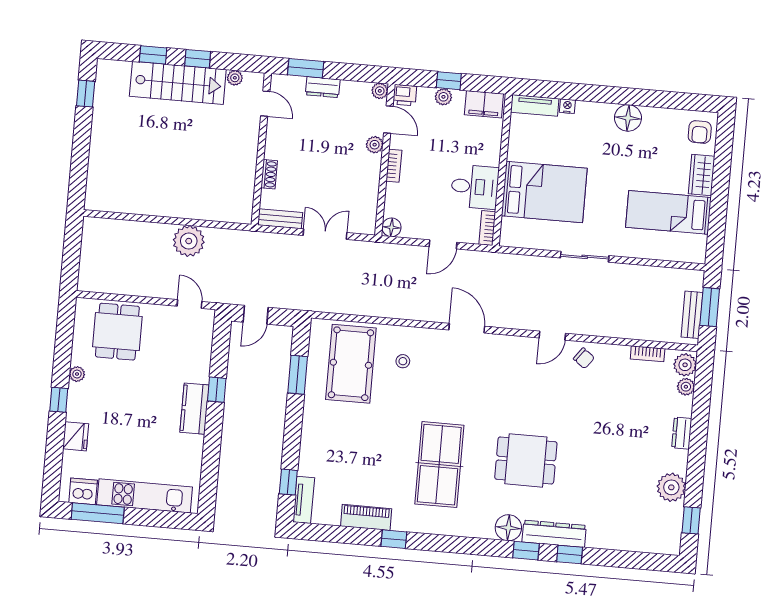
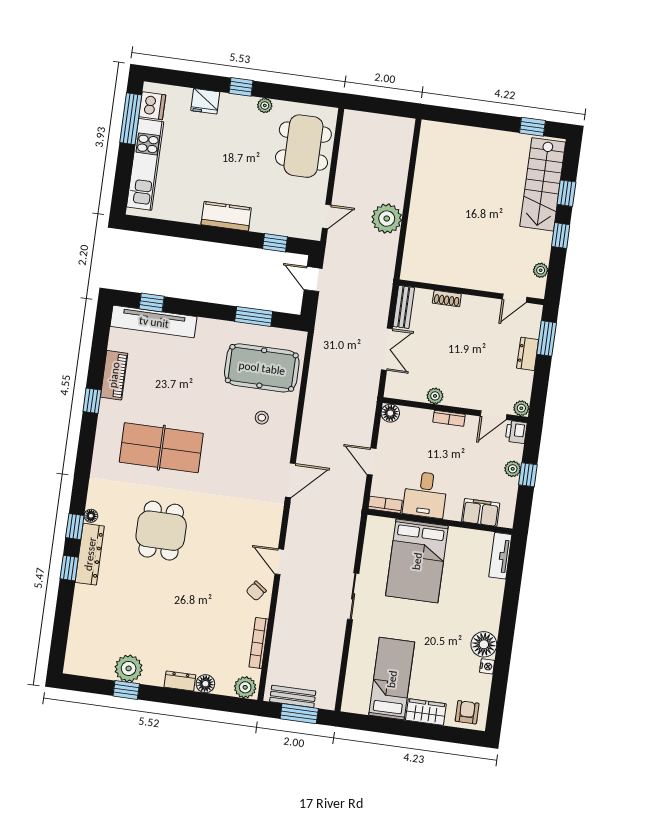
stairs: (178, 83) -> (543, 184), moved
filing cabinet: (484, 104) -> (481, 512), moved, turned 90
nightstand: (567, 106) -> (487, 666), moved
armchair: (700, 132) -> (467, 712), turned 90
plant: (375, 145) -> (435, 396), moved
dining table: (117, 332) -> (303, 146), width x1.38
bookcase: (648, 354) -> (259, 643), width x1.56
plant: (686, 387) -> (224, 687), removed
window: (217, 390) -> (275, 243), moved
floor lamp: (683, 406) -> (205, 684), added
tv unit: (304, 500) -> (154, 322), width x1.92, depth x1.29
window: (691, 520) -> (126, 690), moved
floor lamp: (508, 528) -> (91, 516), width x0.53, depth x0.53

